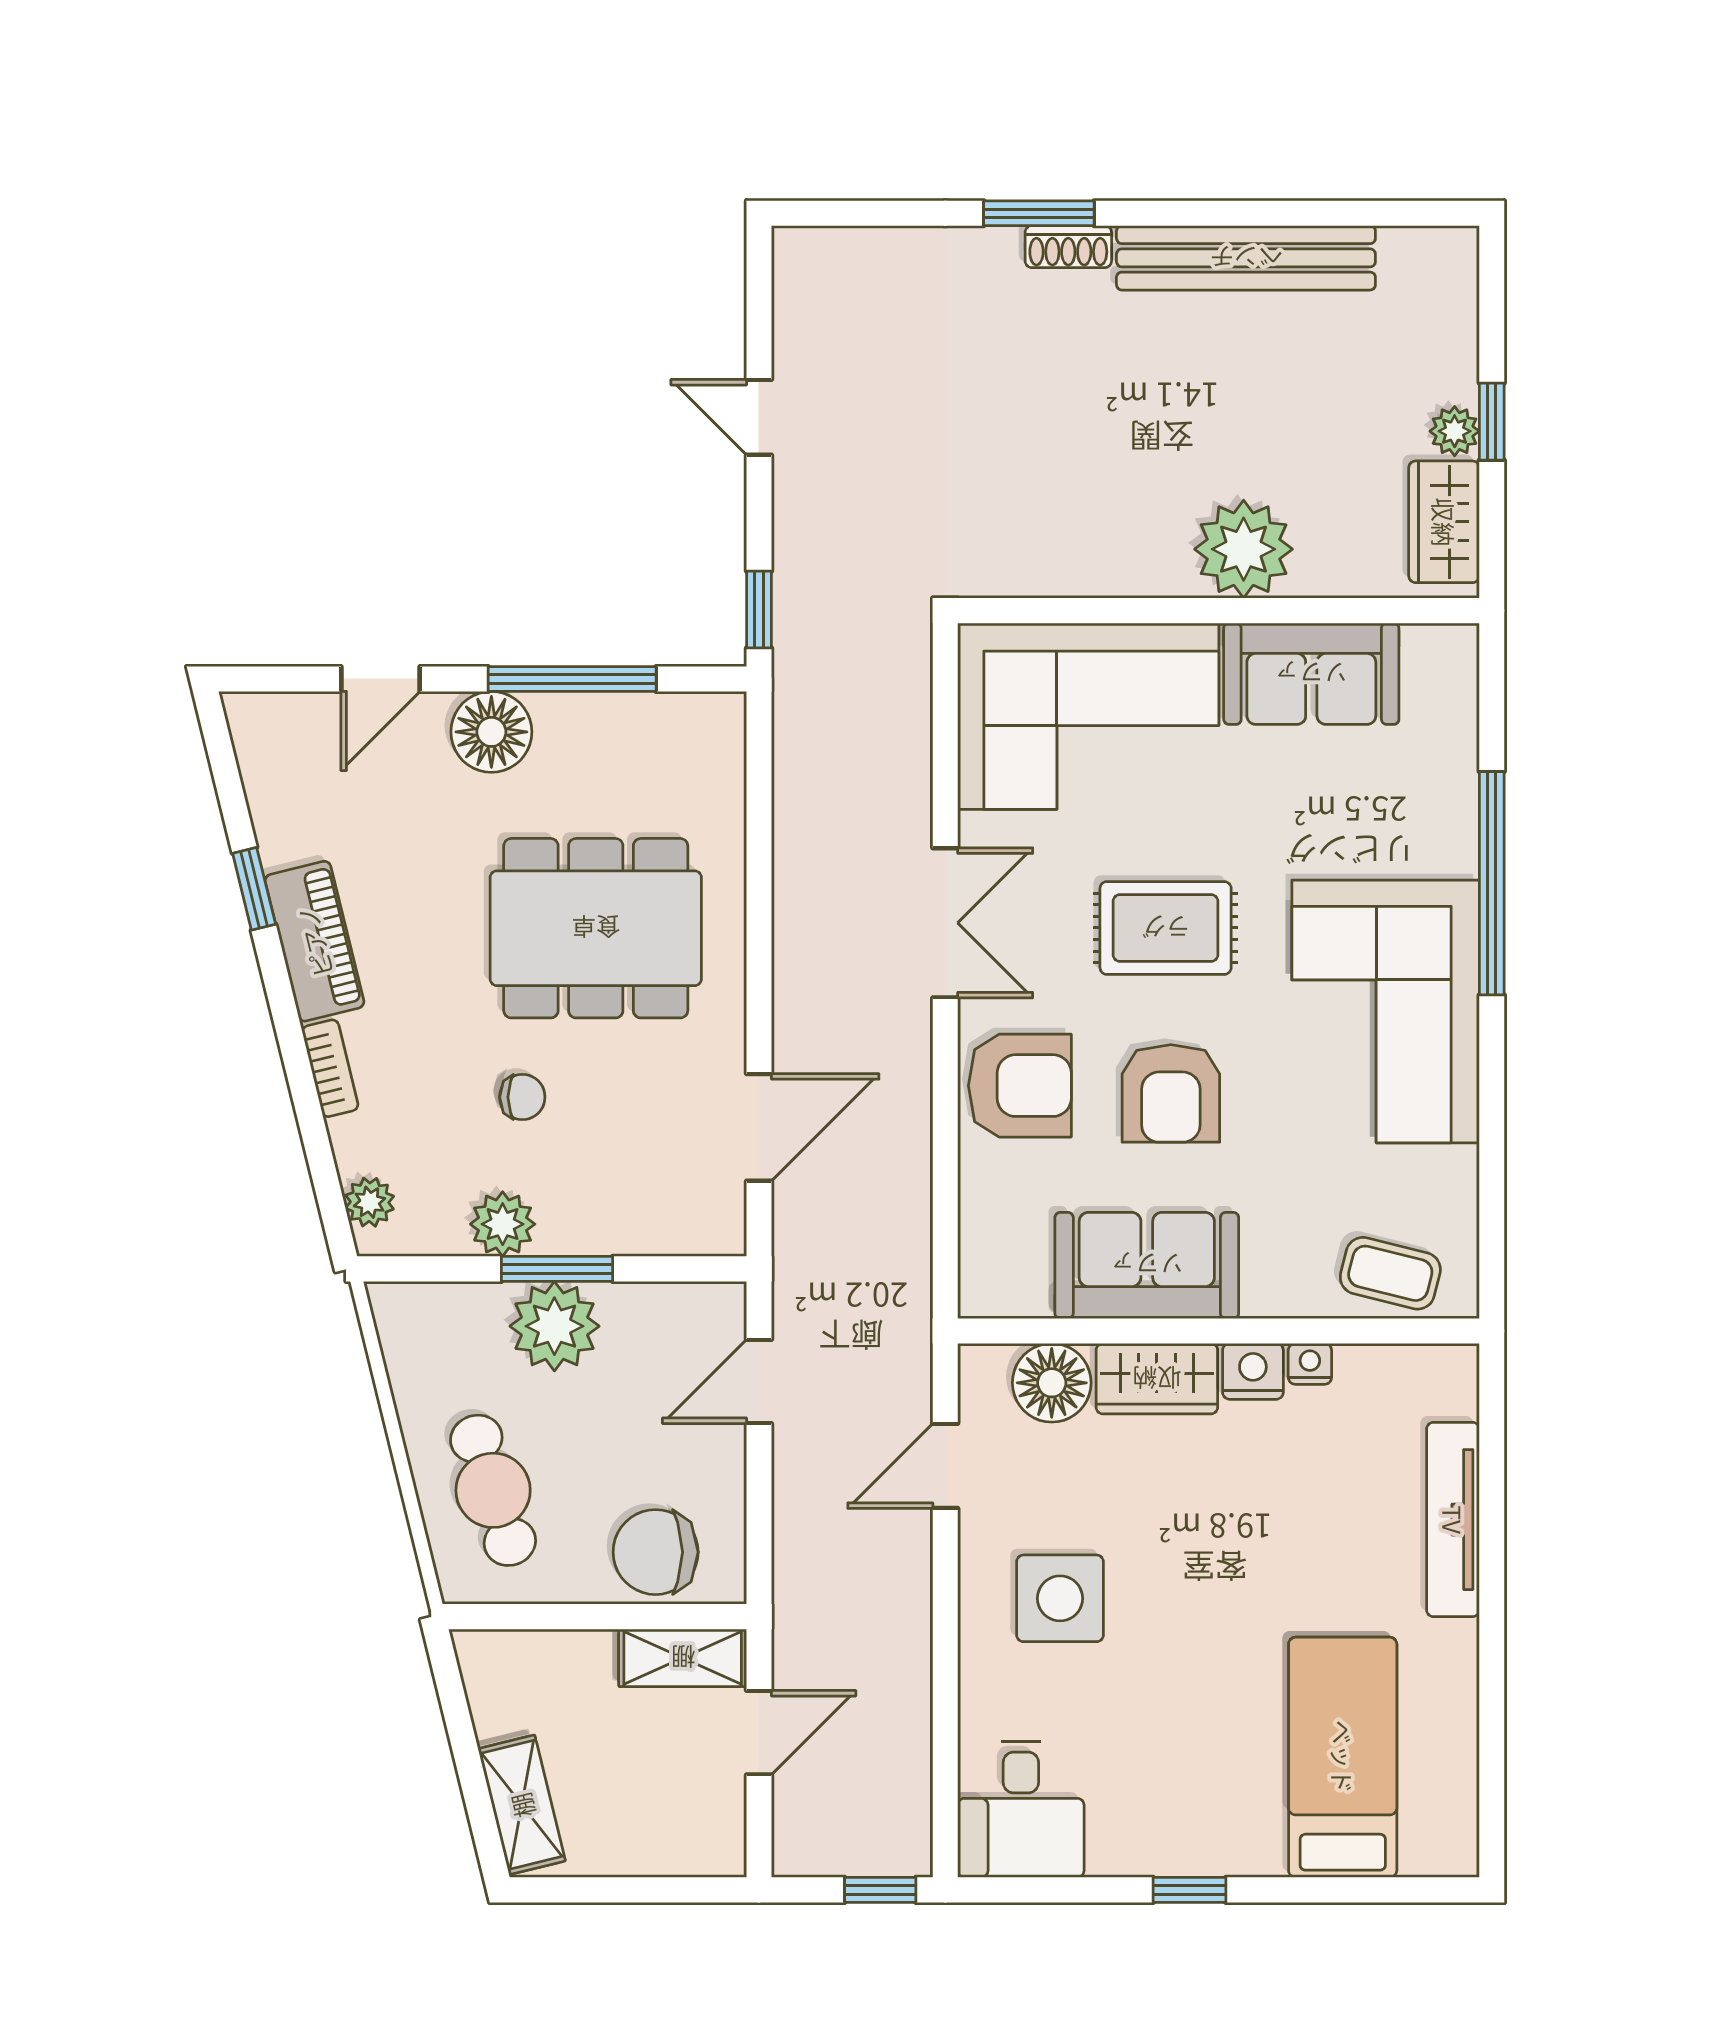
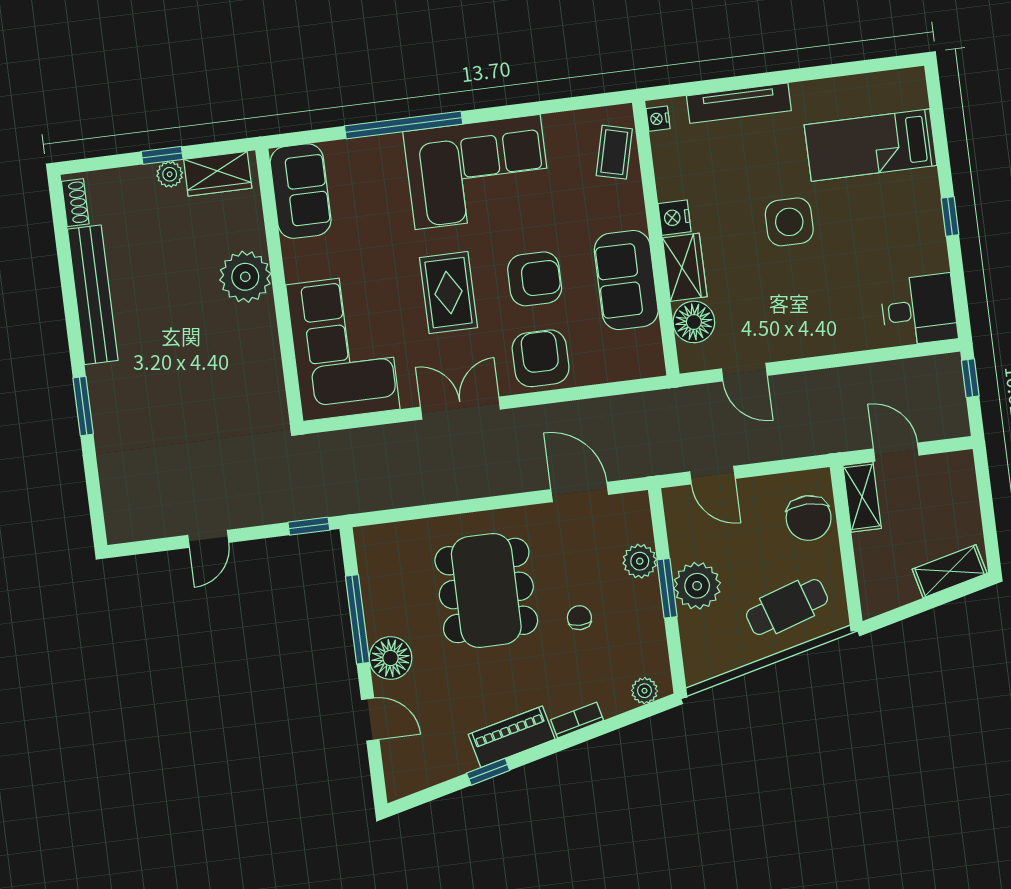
shoe rack: (1068, 247) -> (75, 203), moved
sofa: (1311, 674) -> (301, 191), moved
plant: (503, 1224) -> (640, 561), moved
nightstand: (1310, 1364) -> (658, 119), moved
side table: (1060, 1598) -> (789, 222), moved

